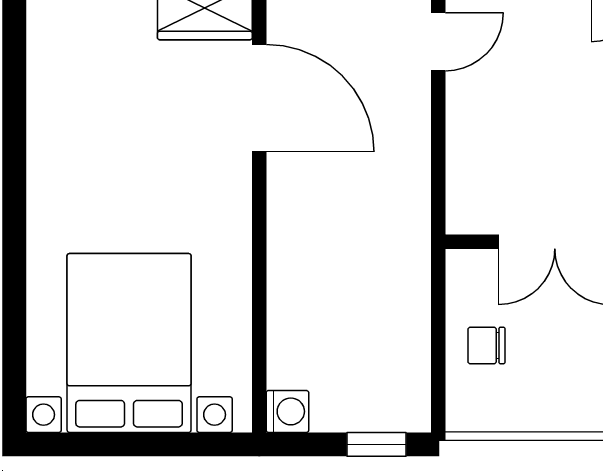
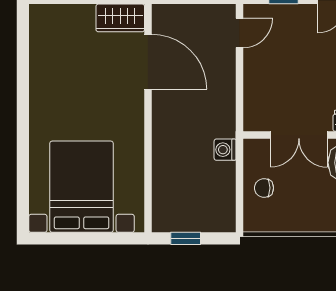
washing machine: (287, 411) -> (225, 150), moved, turned 180
window: (377, 444) -> (186, 238), moved

